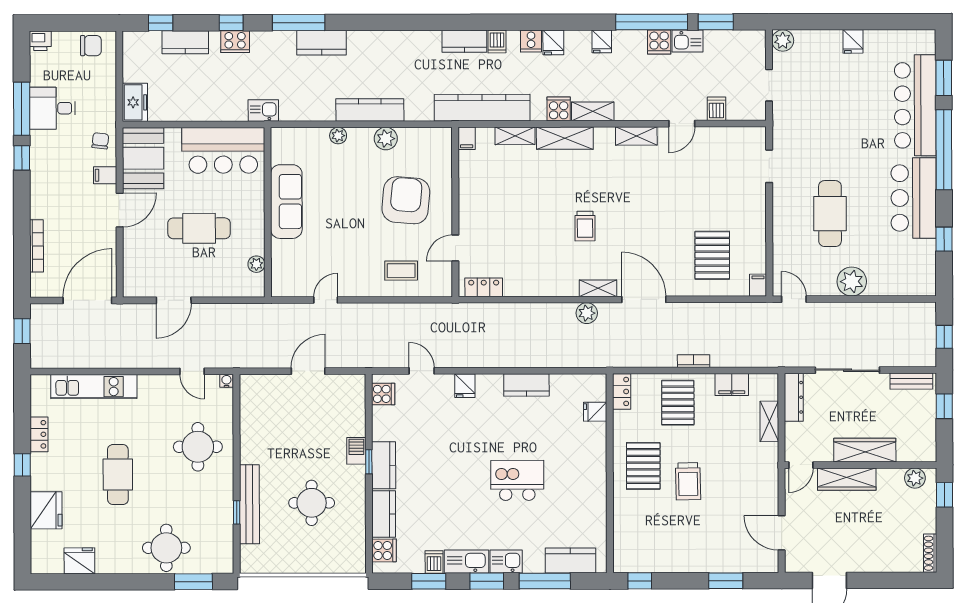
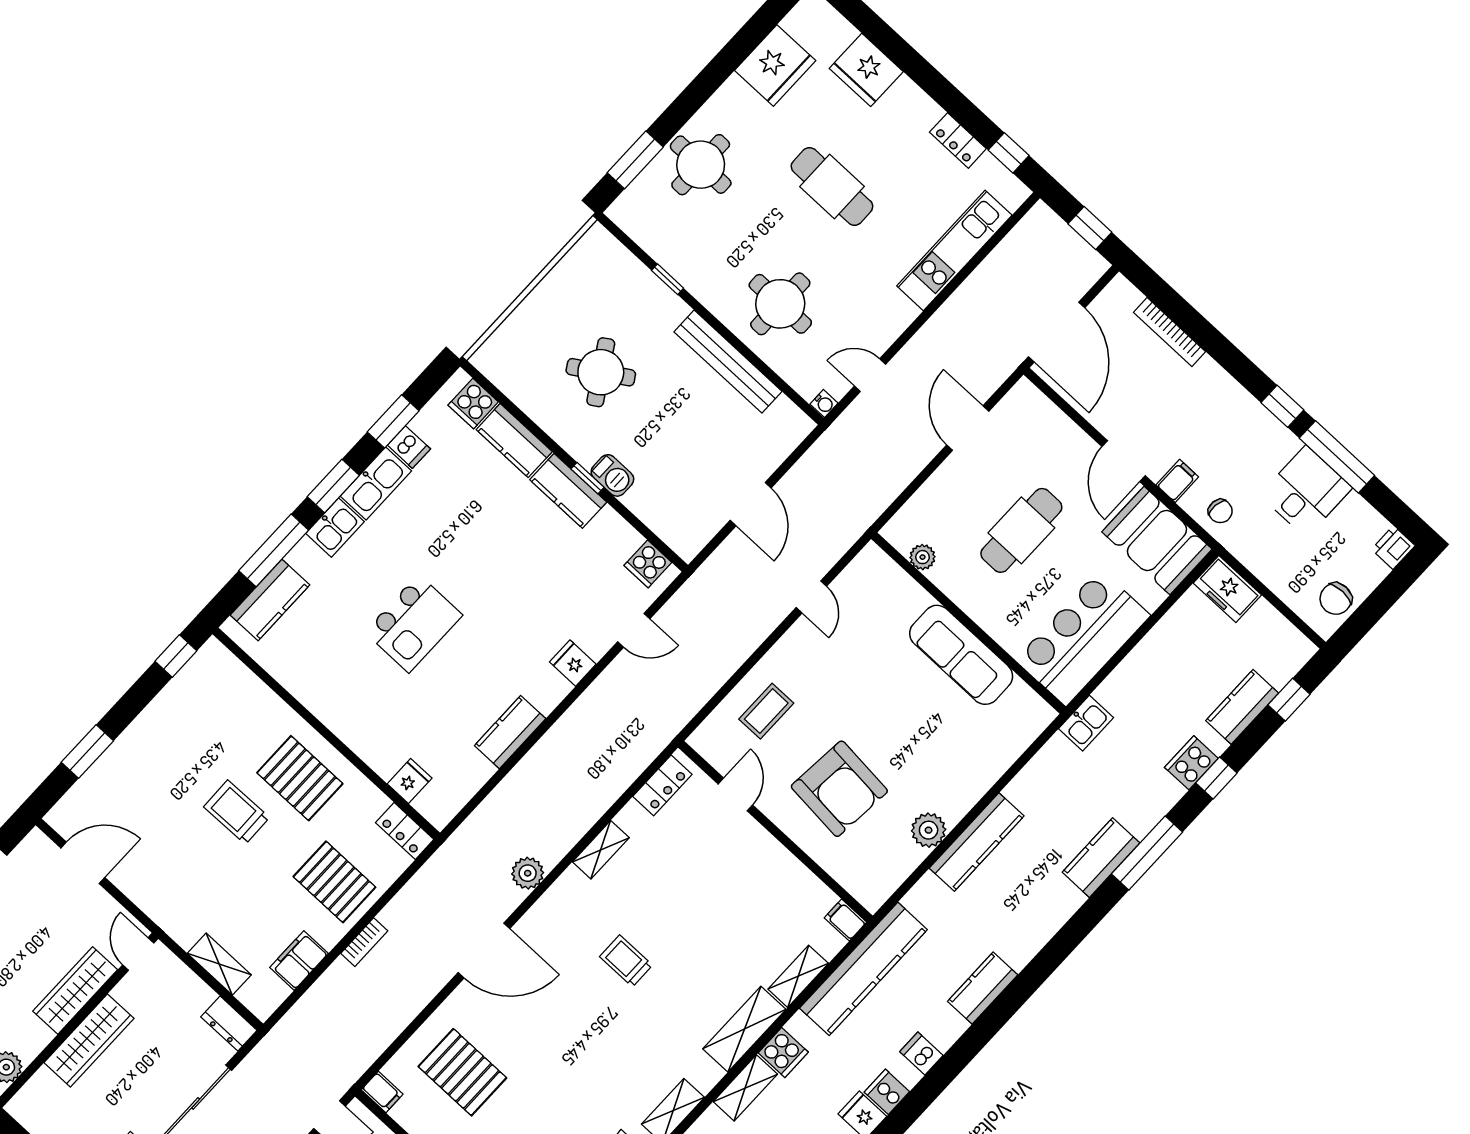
kitchen counter: (464, 41) -> (983, 988), moved
plant: (338, 136) -> (981, 780), removed
shelving: (598, 288) -> (601, 850), moved
dresser: (794, 397) -> (229, 1024), width x0.70
window: (22, 465) -> (1009, 153), moved
round table: (312, 503) -> (601, 372), turned -32
bench: (249, 504) -> (728, 362), moved
fridge: (79, 561) -> (775, 65), width x1.36, depth x1.34

